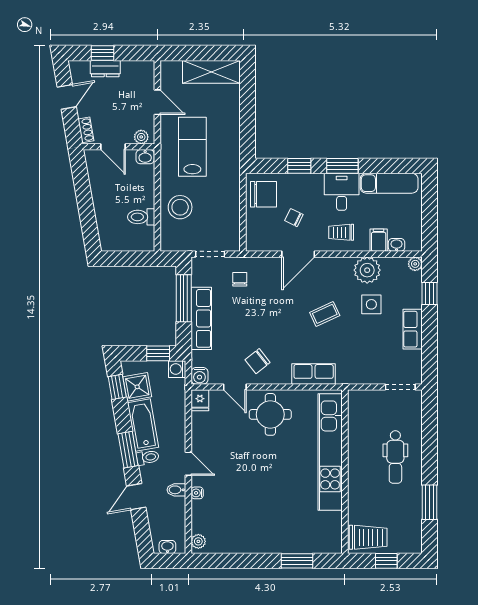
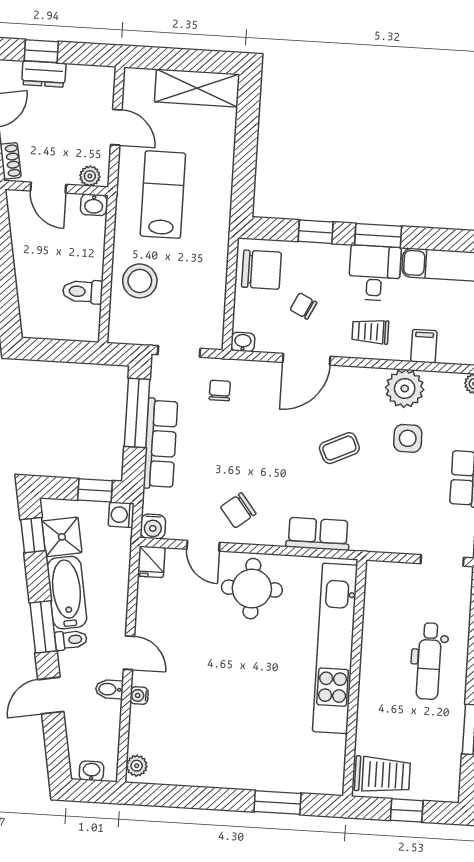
washbasin: (397, 245) -> (243, 342), moved

